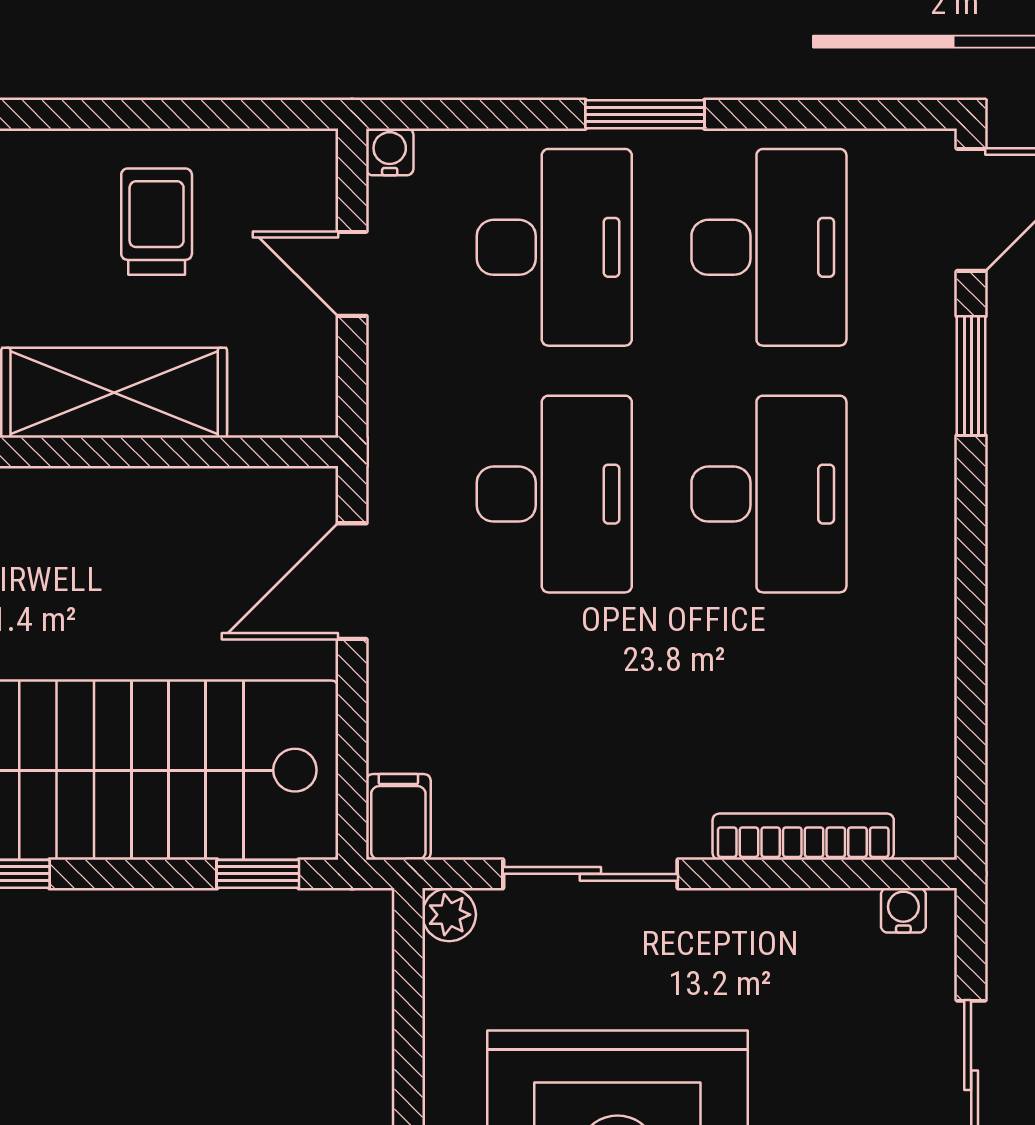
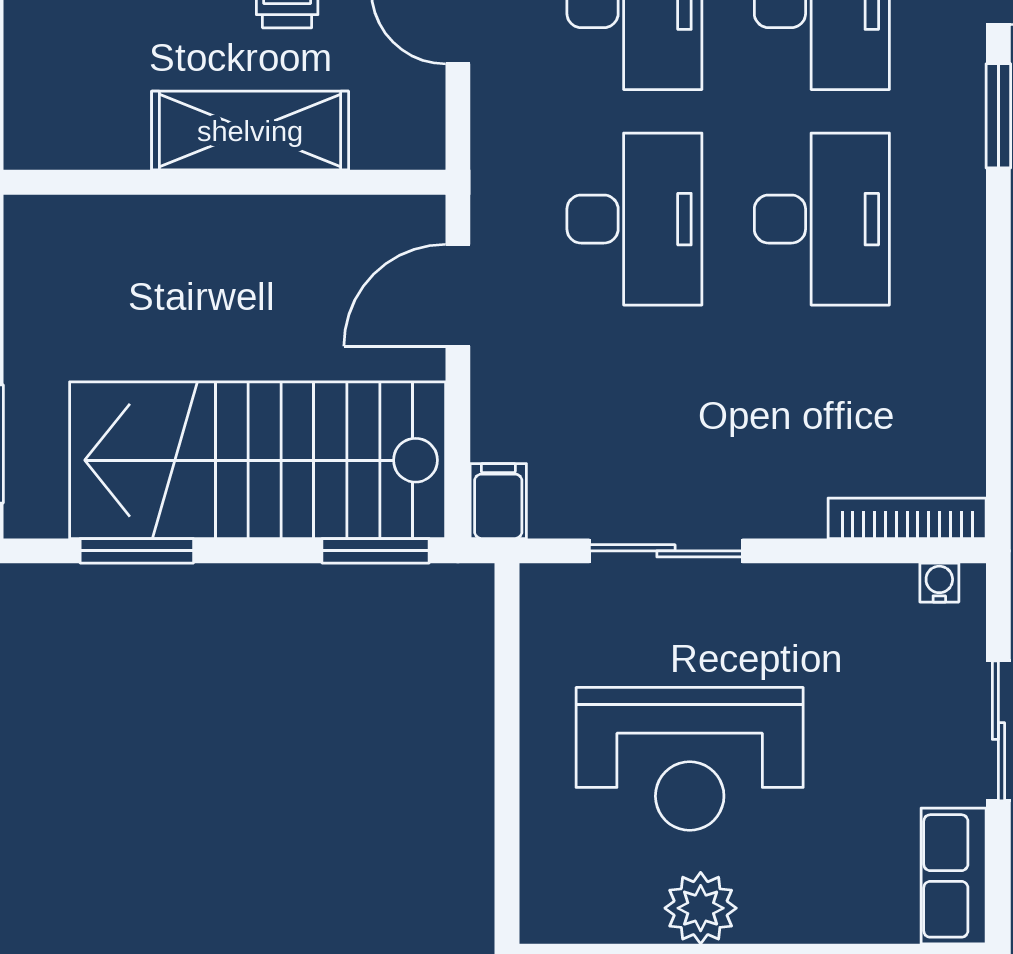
bookcase: (803, 837) -> (907, 518), moved
window: (258, 874) -> (376, 551), width x1.50
plant: (449, 915) -> (543, 586), removed

